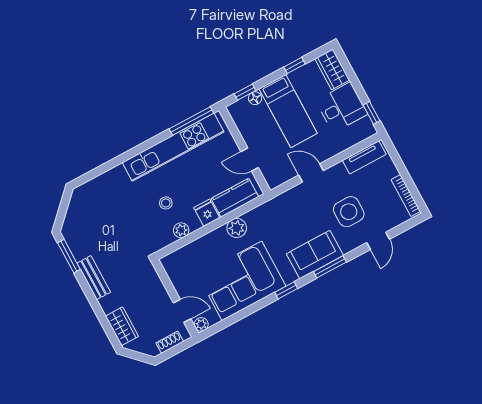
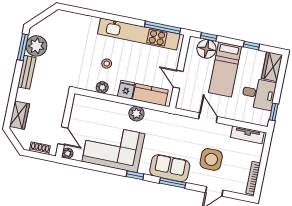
floor lamp: (255, 98) -> (206, 49), width x1.89, depth x1.89
plant: (81, 244) -> (36, 46), added

